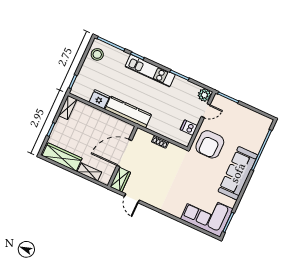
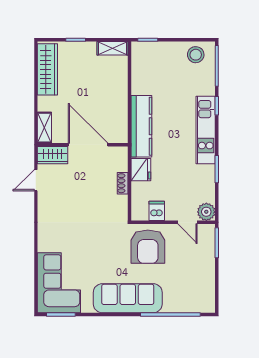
fridge: (99, 99) -> (141, 170), moved
armchair: (210, 144) -> (148, 247), turned -90
shelving: (89, 172) -> (44, 128), moved

